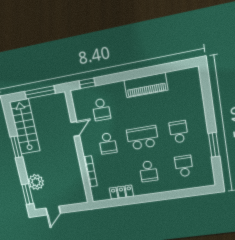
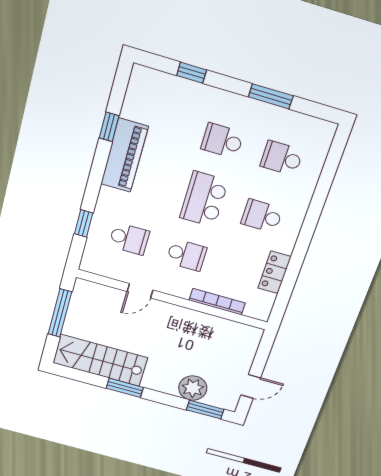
window: (158, 70) -> (109, 127), added
window: (87, 83) -> (84, 223), moved
window: (207, 99) -> (192, 73), added
door: (75, 129) -> (140, 291), swing flipped
school desk: (148, 171) -> (262, 216), turned 180
door: (53, 211) -> (251, 386), hinge flipped

